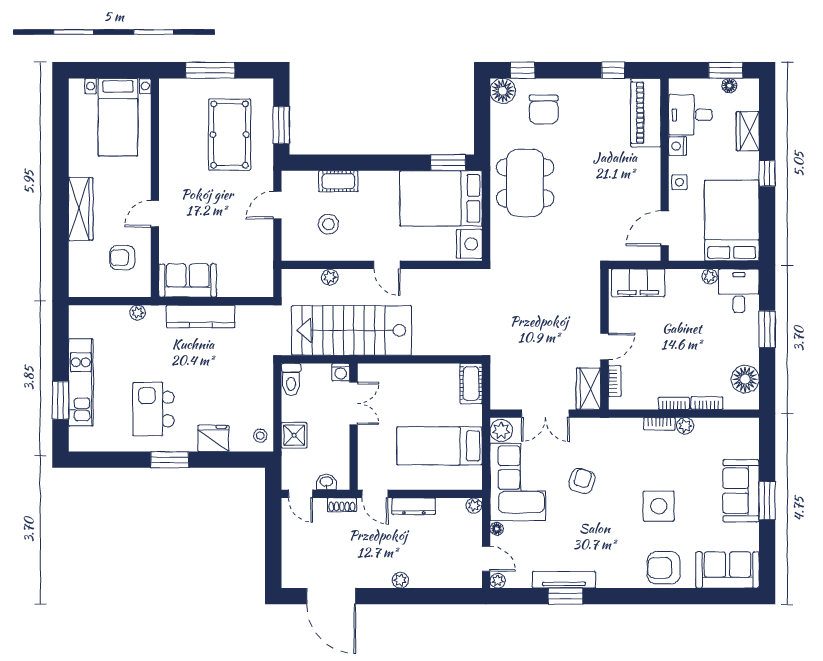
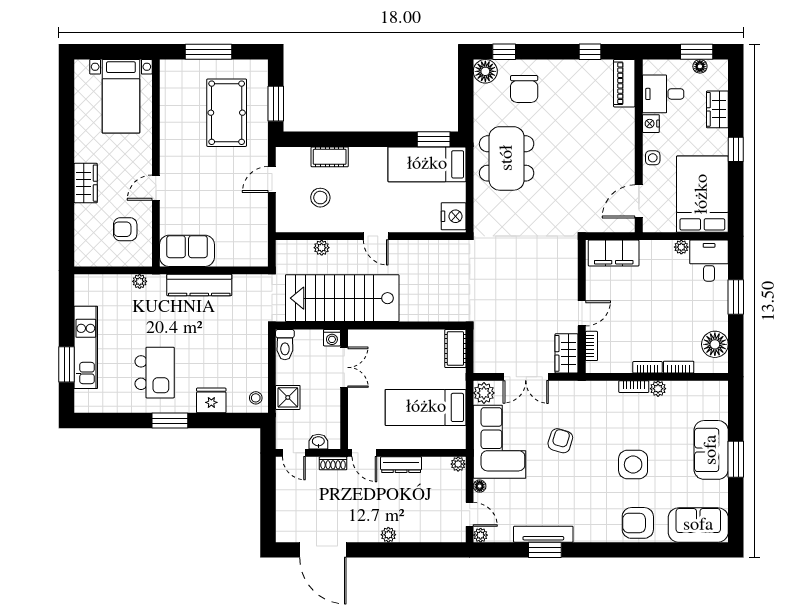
piano: (646, 113) -> (624, 83), width x0.73, depth x0.75
bed: (441, 198) -> (427, 164), width x0.67
wardrobe: (81, 209) -> (86, 183), width x0.67
kitchen island: (153, 409) -> (155, 373), turned 180

